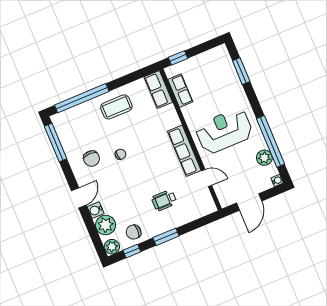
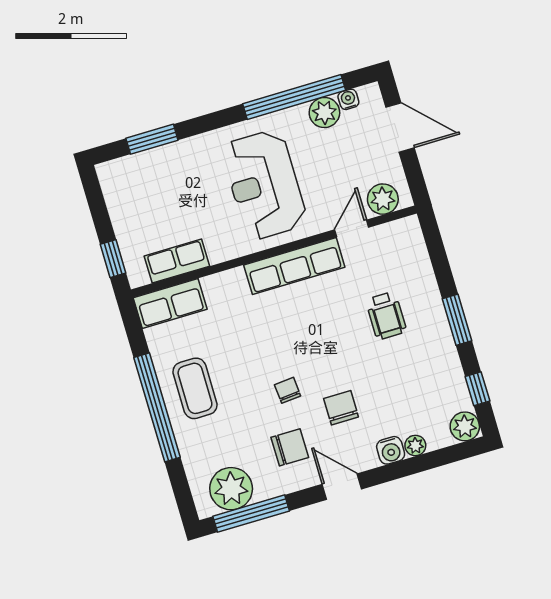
window: (82, 98) -> (157, 407), moved
plant: (67, 131) -> (231, 489), added
water cooler: (277, 180) -> (348, 99), moved
plant: (223, 192) -> (383, 199), added
door: (79, 198) -> (342, 487), moved
door: (249, 202) -> (400, 127), moved
plant: (105, 225) -> (415, 445), width x0.53, depth x0.53
chair: (134, 232) -> (341, 408), moved, turned 180

